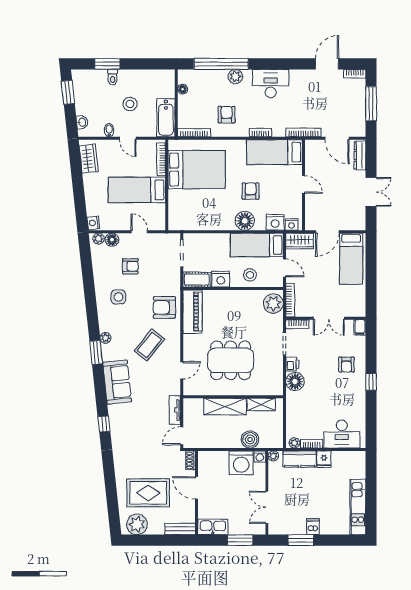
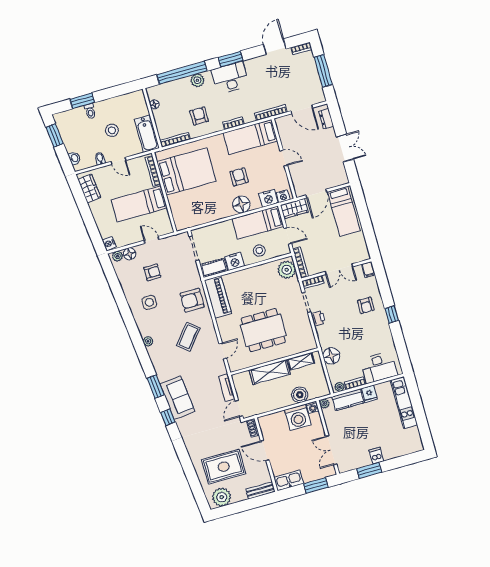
window: (277, 64) -> (231, 59), added
dresser: (360, 155) -> (326, 119), width x0.70
window: (96, 352) -> (156, 387), moved
sofa: (117, 382) -> (177, 398), moved
floor lamp: (295, 382) -> (331, 356), moved
kitchen unit: (358, 507) -> (404, 403), moved

